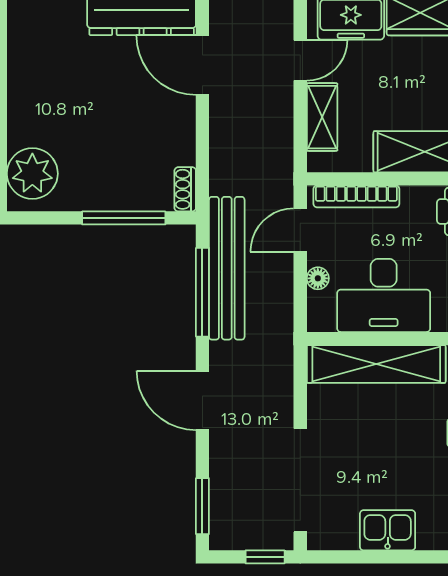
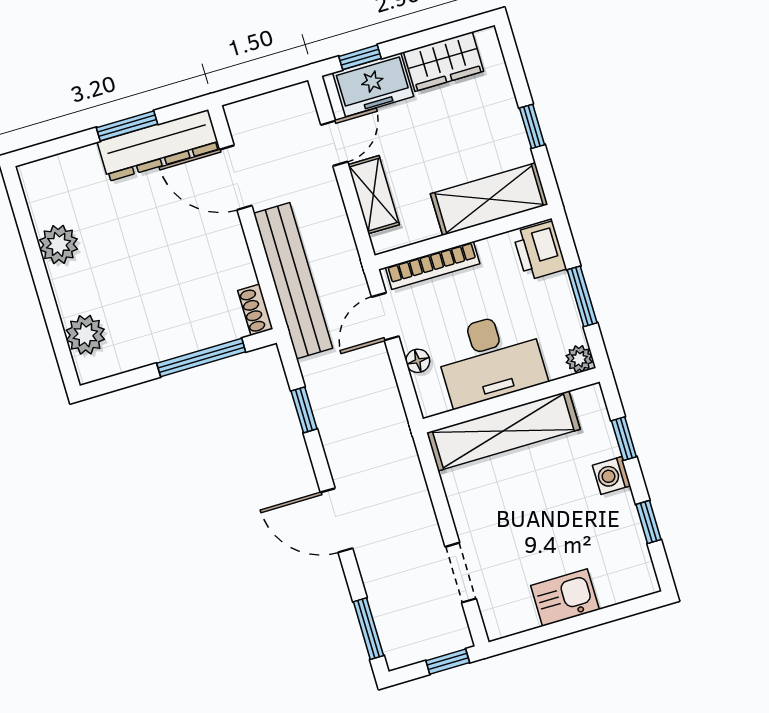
plant: (25, 78) -> (59, 244), added
plant: (32, 174) -> (85, 335), width x0.73, depth x0.73
bench: (227, 268) -> (293, 281), moved
window: (202, 292) -> (304, 410), width x0.46
doorway: (300, 480) -> (461, 573), width x0.53

